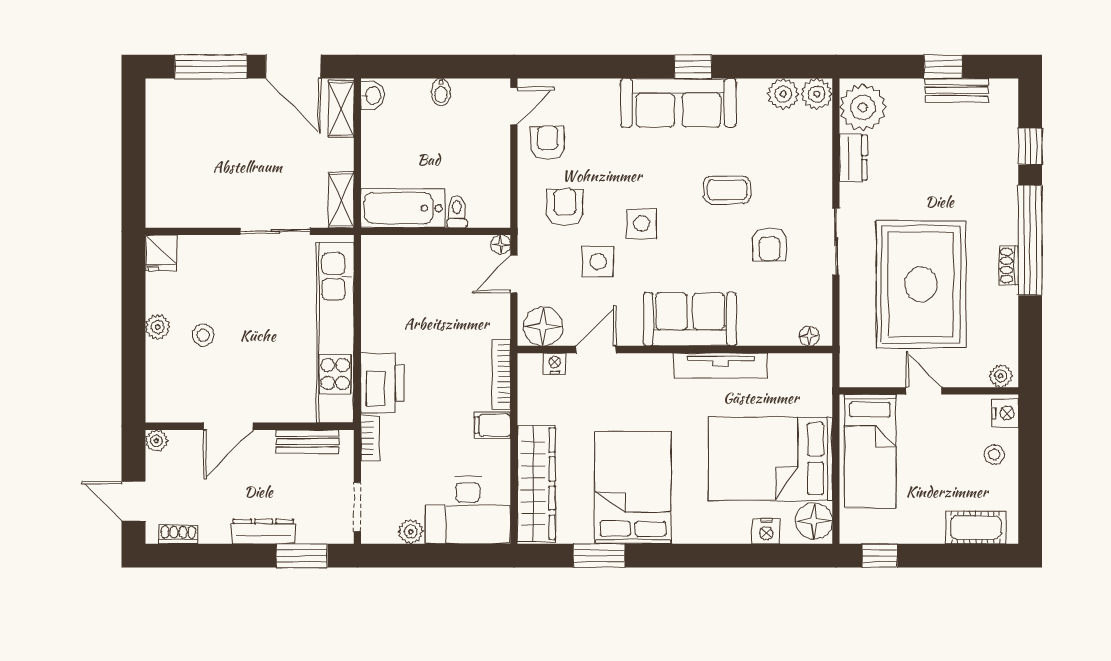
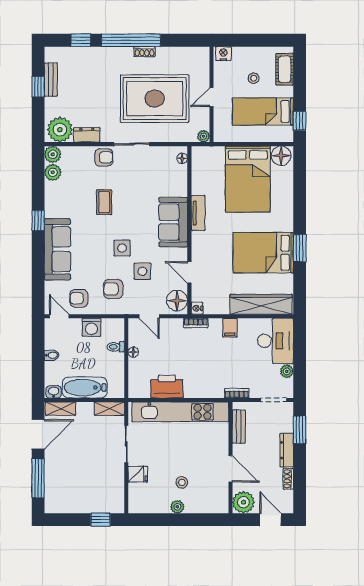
sofa: (678, 103) -> (57, 249), moved
washing machine: (493, 166) -> (91, 327), added
window: (134, 183) -> (101, 520), added
bathtub: (403, 208) -> (85, 388), moved, turned 90
armchair: (770, 244) -> (104, 157), moved
floor lamp: (501, 245) -> (133, 352), moved
fridge: (161, 253) -> (138, 474), moved
nightstand: (555, 364) -> (197, 308), moved
tv unit: (721, 366) -> (198, 213), width x0.71
bookcase: (501, 374) -> (196, 323), width x0.64
plant: (1001, 376) -> (204, 136), moved
printer: (382, 383) -> (167, 387), moved
plant: (156, 441) -> (243, 502), width x1.88, depth x1.88
bed: (870, 451) -> (263, 112), moved, turned 180
stool: (994, 455) -> (254, 78), moved
door: (134, 501) -> (270, 520), swing flipped
nightstand: (766, 531) -> (286, 181), removed
shoe rack: (178, 534) -> (288, 479), moved
window: (599, 556) -> (300, 248), moved

